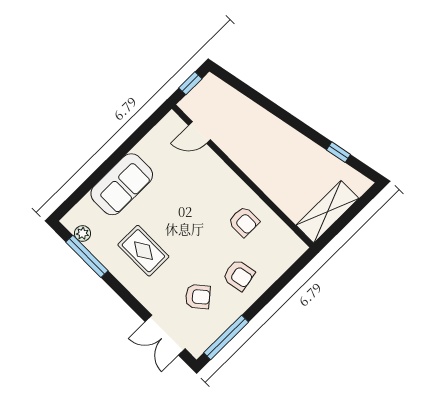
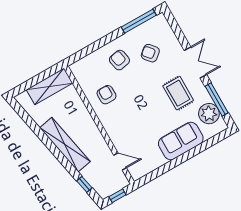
shelving: (284, 135) -> (65, 145), added
window: (339, 152) -> (84, 184), moved
plant: (83, 233) -> (209, 114), width x1.88, depth x1.88
double door: (165, 335) -> (195, 63), moved

